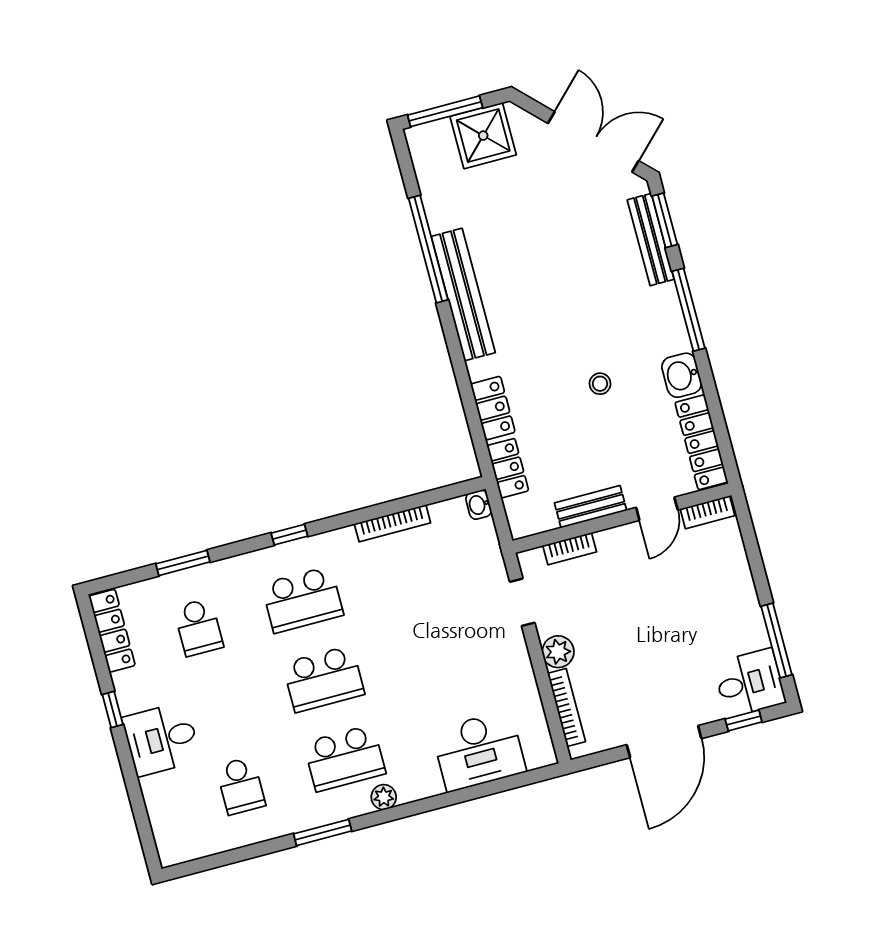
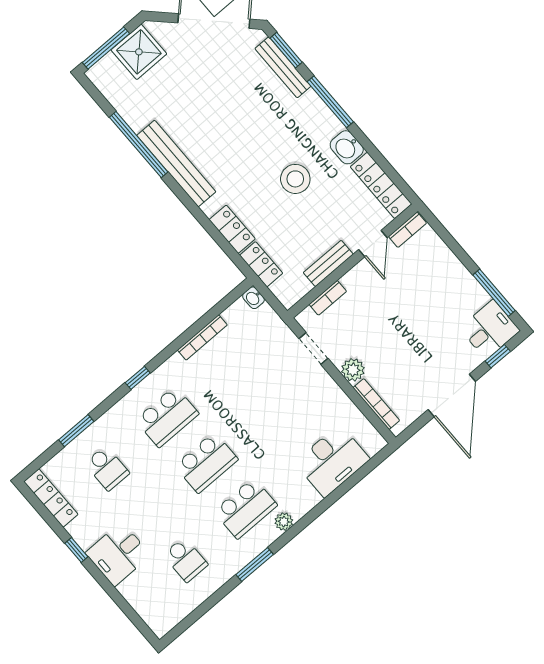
stool: (600, 384) -> (295, 179), width x1.89, depth x1.89

